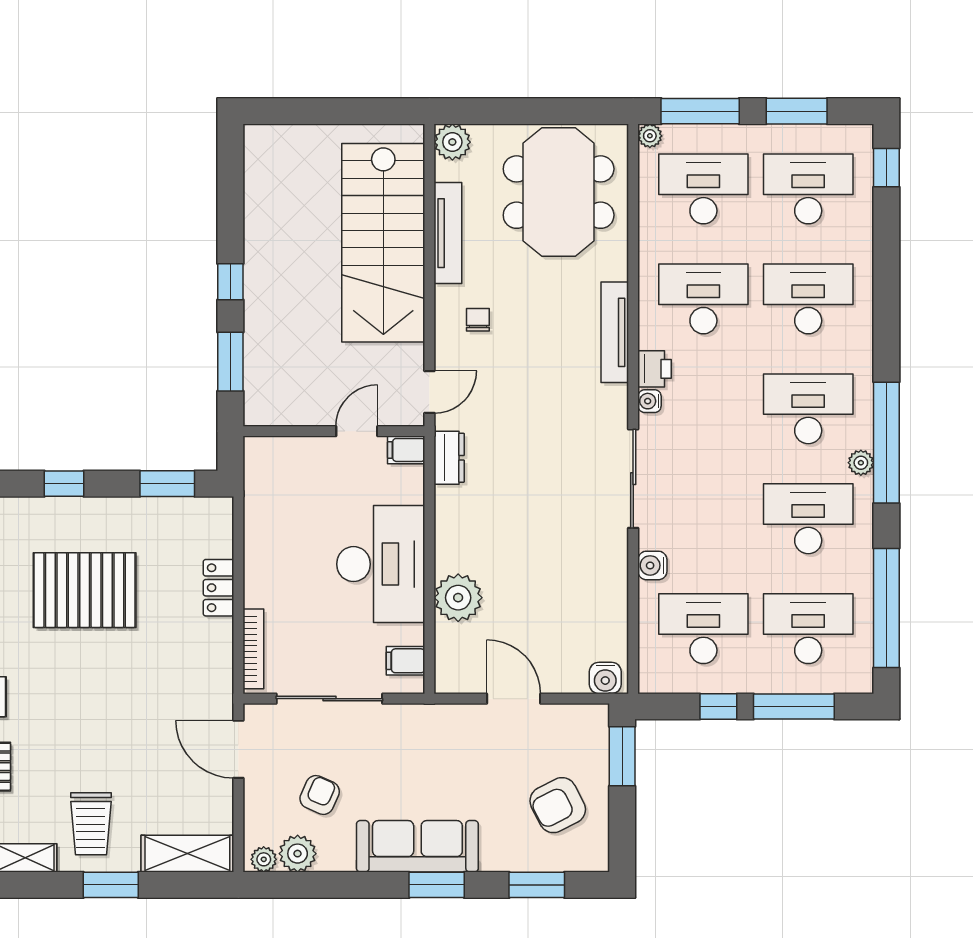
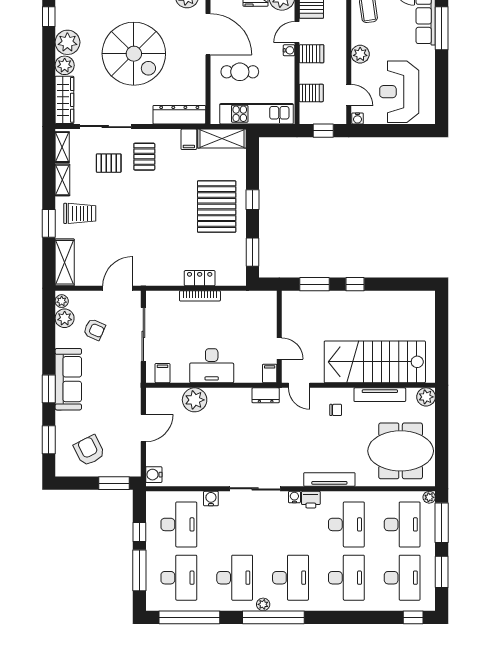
desk: (381, 564) -> (212, 366), width x0.73, depth x0.77
pallet: (85, 590) -> (217, 207), moved
bookcase: (253, 649) -> (200, 296), moved
trolley: (91, 824) -> (80, 213), turned 180

